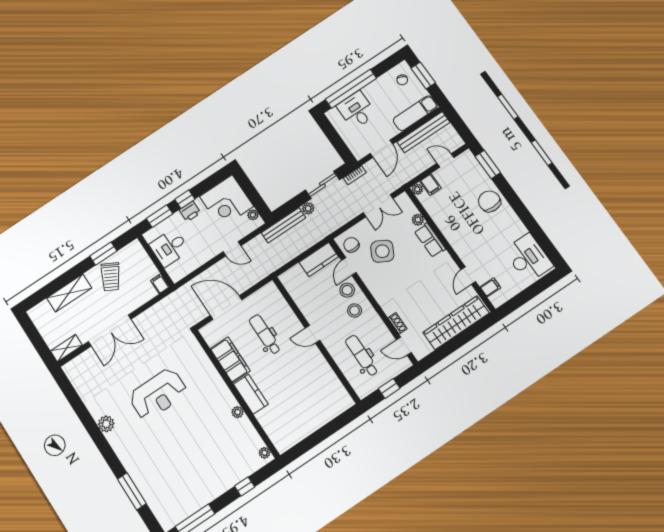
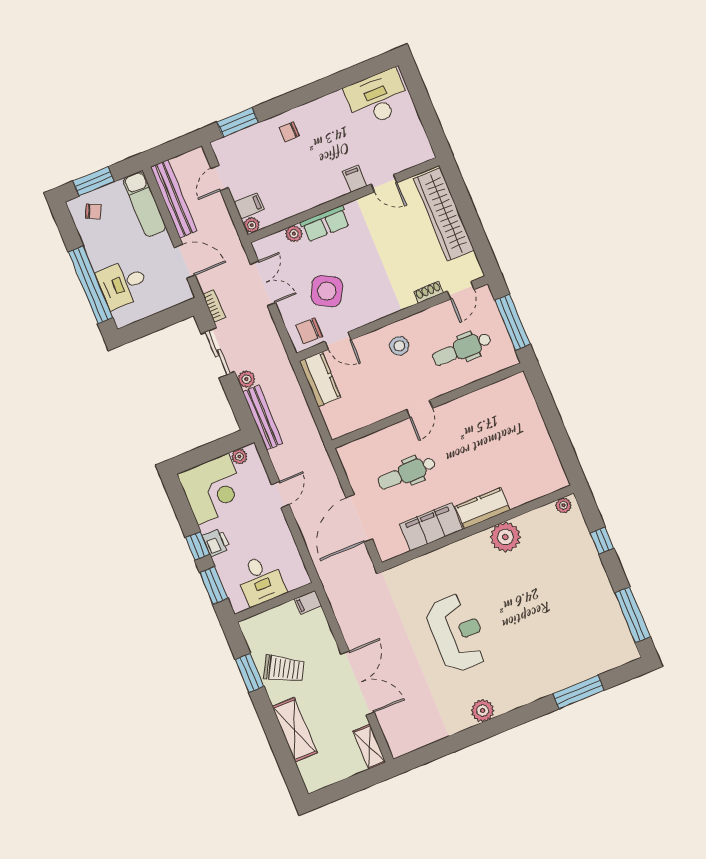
chair: (489, 201) -> (289, 132), width x0.54, depth x0.54
filing cabinet: (490, 287) -> (355, 179), moved
stool: (347, 290) -> (370, 350), removed
window: (389, 388) -> (512, 322), width x2.17
plant: (238, 412) -> (505, 537), width x1.87, depth x1.87

